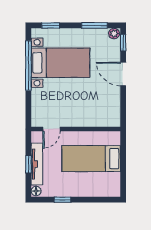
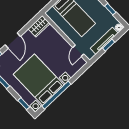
bed with nightstands: (60, 63) -> (39, 80), width x1.36
wardrobe: (113, 114) -> (39, 26), added
door: (52, 129) -> (78, 51), swing flipped

